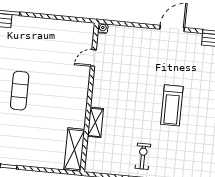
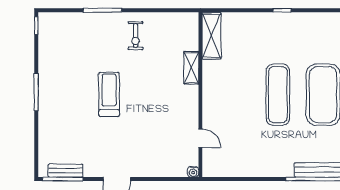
door: (93, 58) -> (200, 138), hinge flipped
exercise mat: (20, 91) -> (278, 95), width x1.36, depth x1.45

